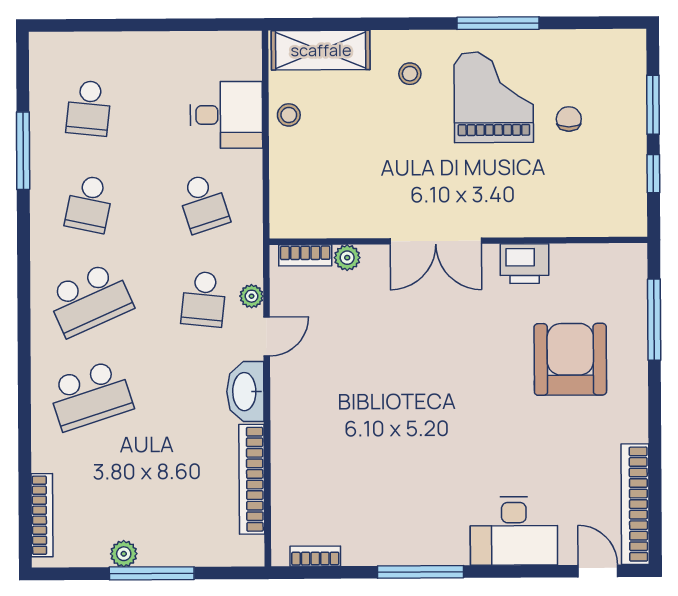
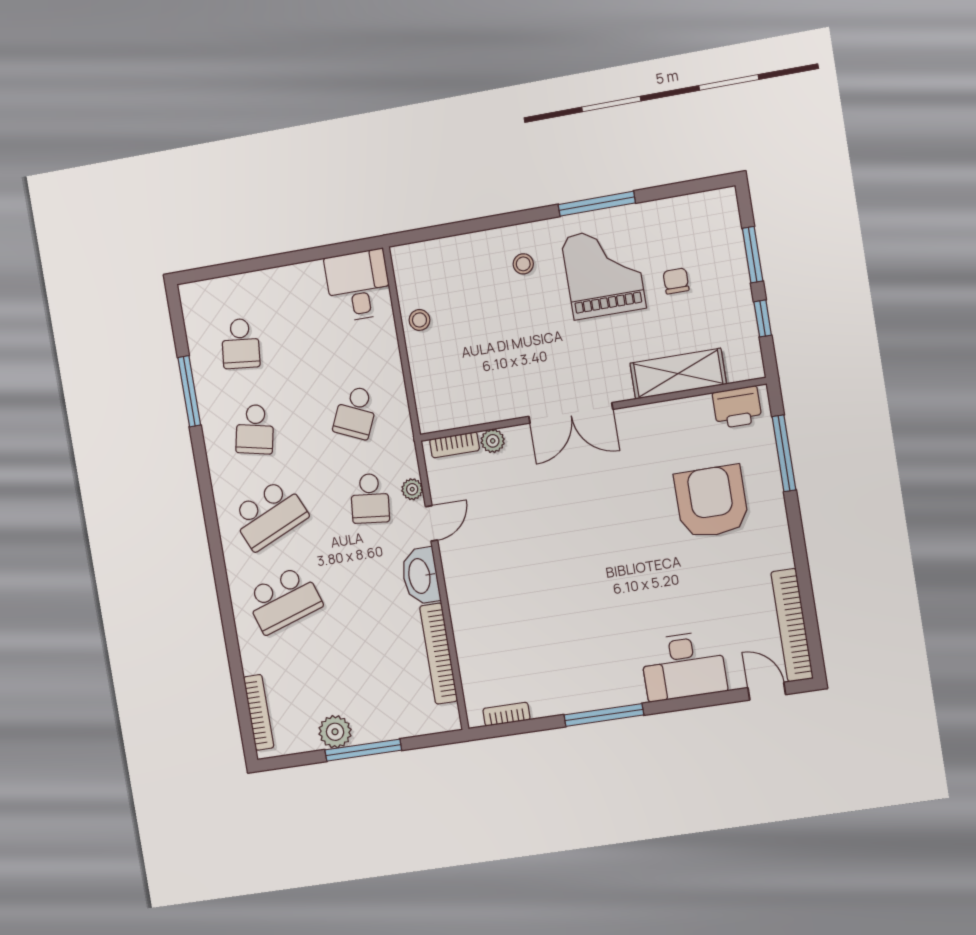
shelving: (321, 50) -> (678, 374), moved
desk: (226, 115) -> (358, 286), moved, turned -90
school desk: (203, 203) -> (356, 412), turned 42
printer: (525, 264) -> (737, 407), moved
plant: (124, 554) -> (335, 732), width x1.38, depth x1.38

